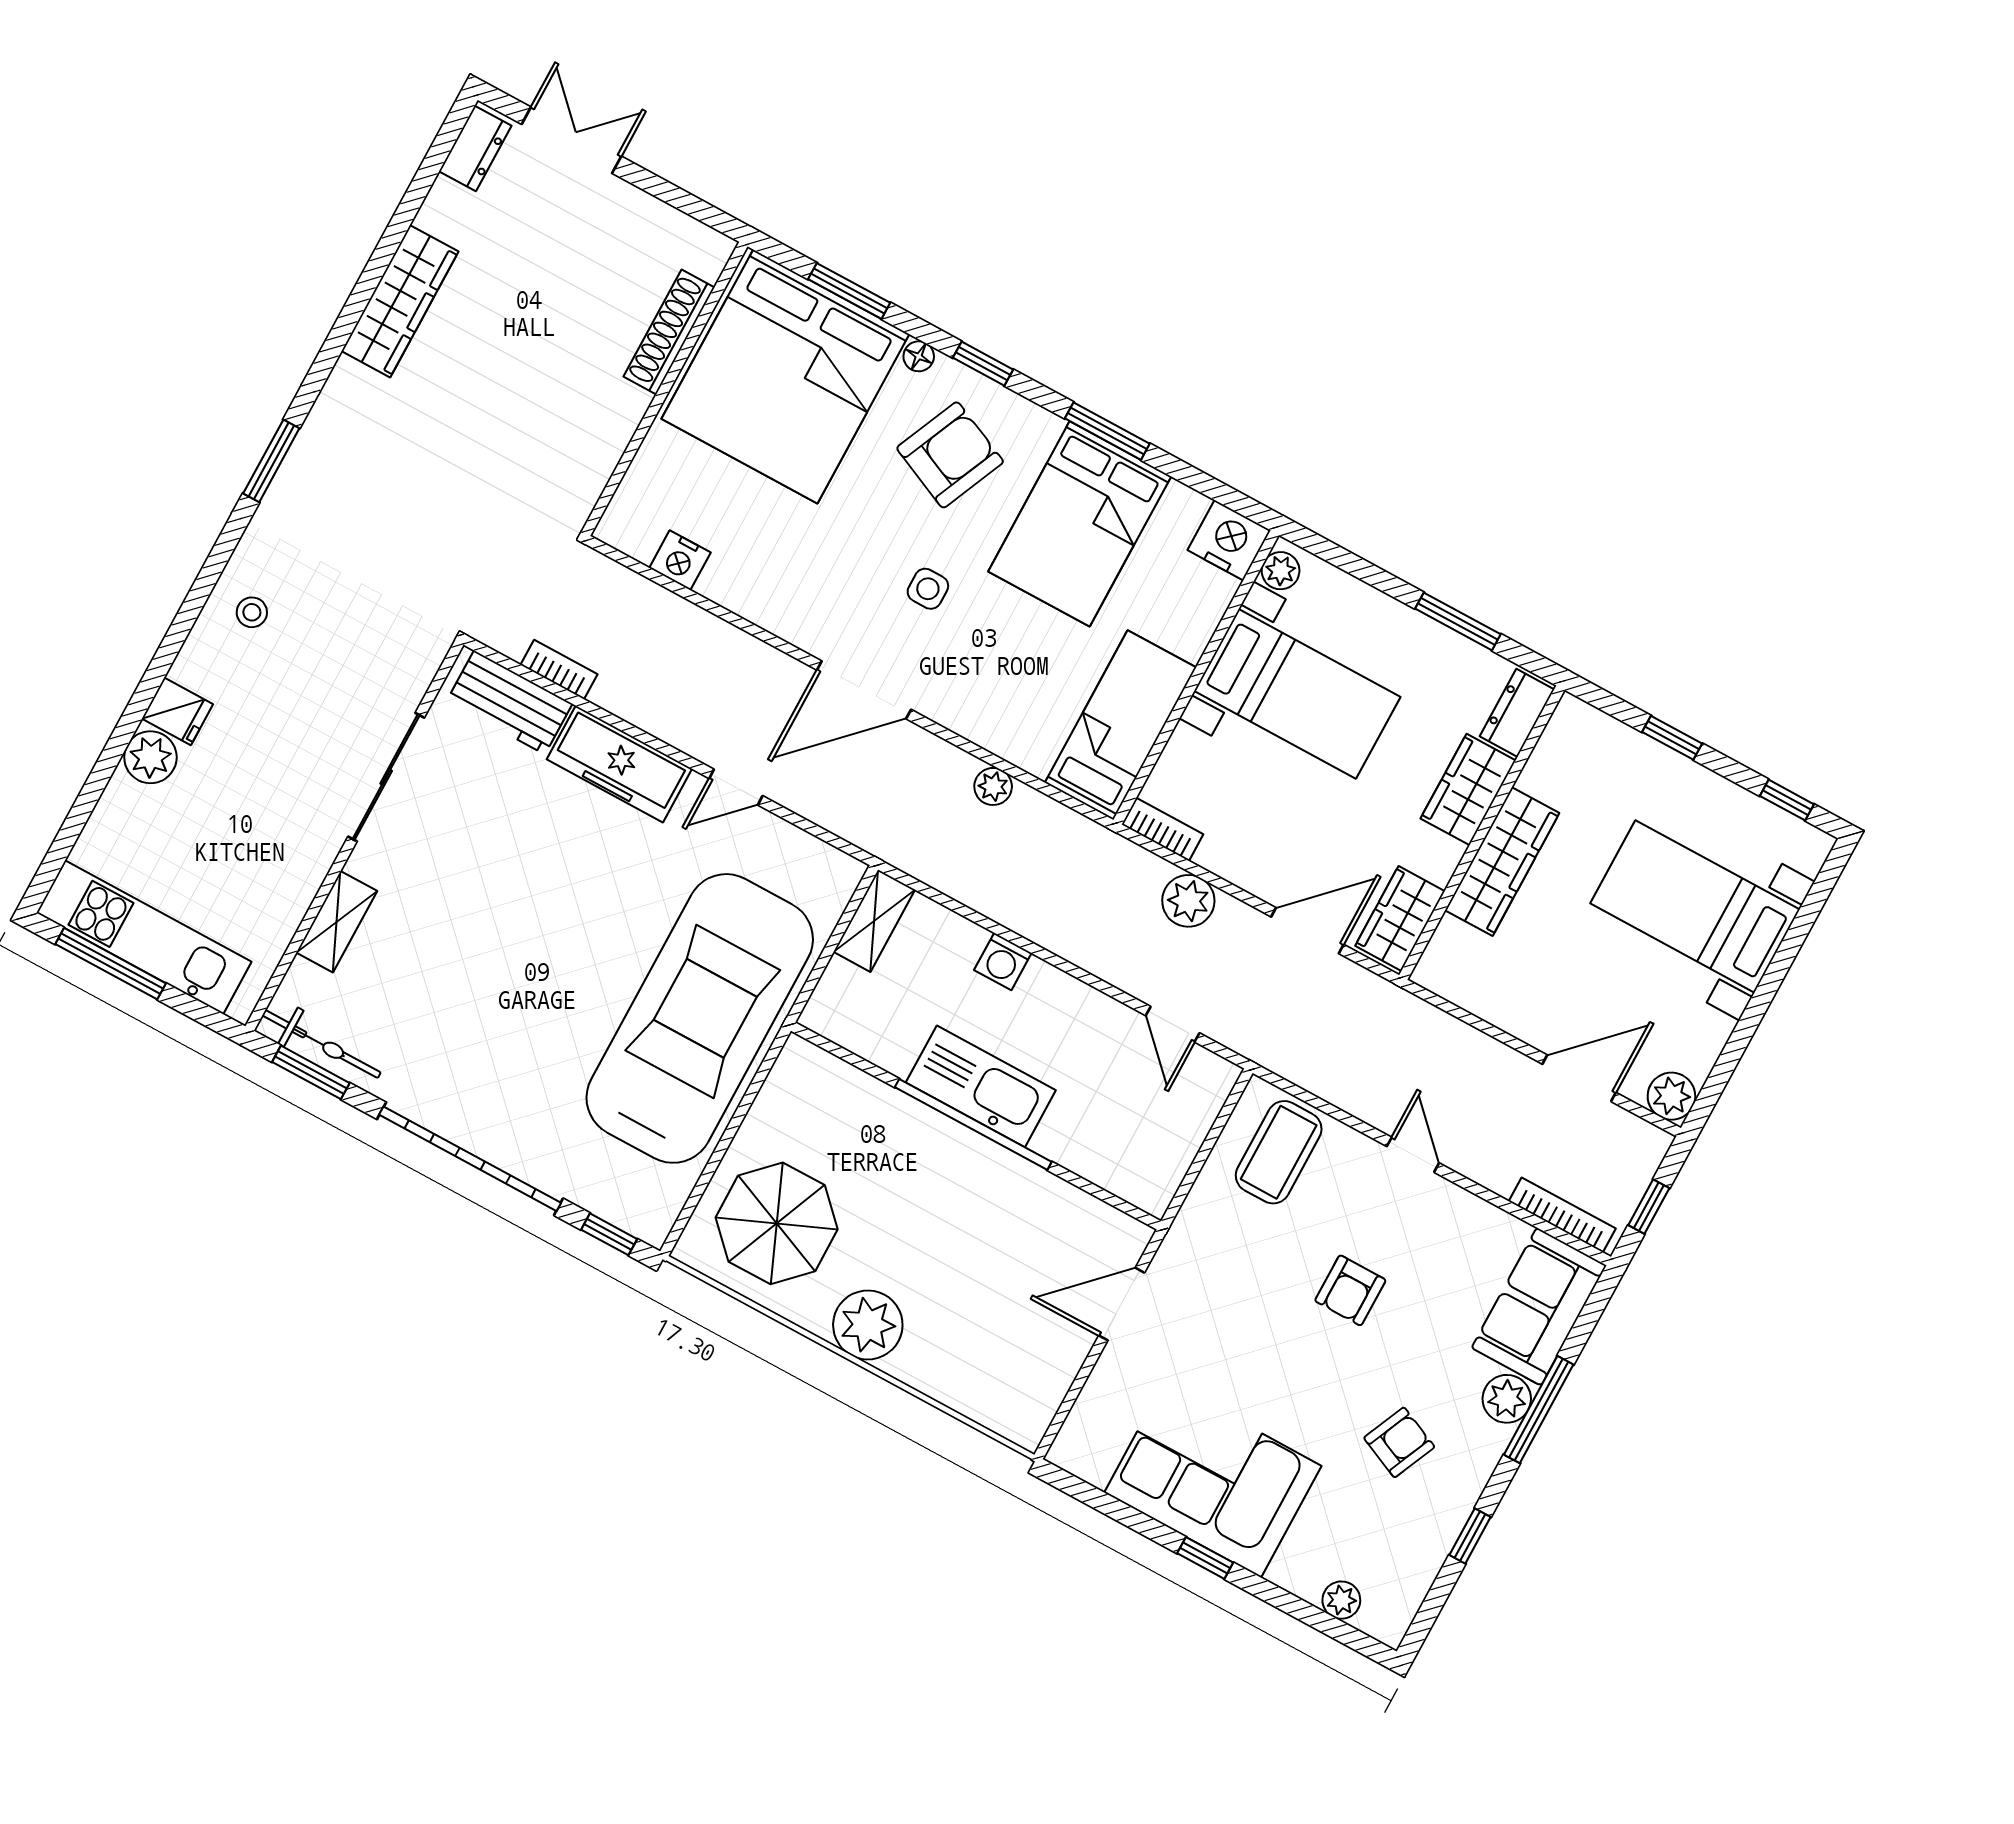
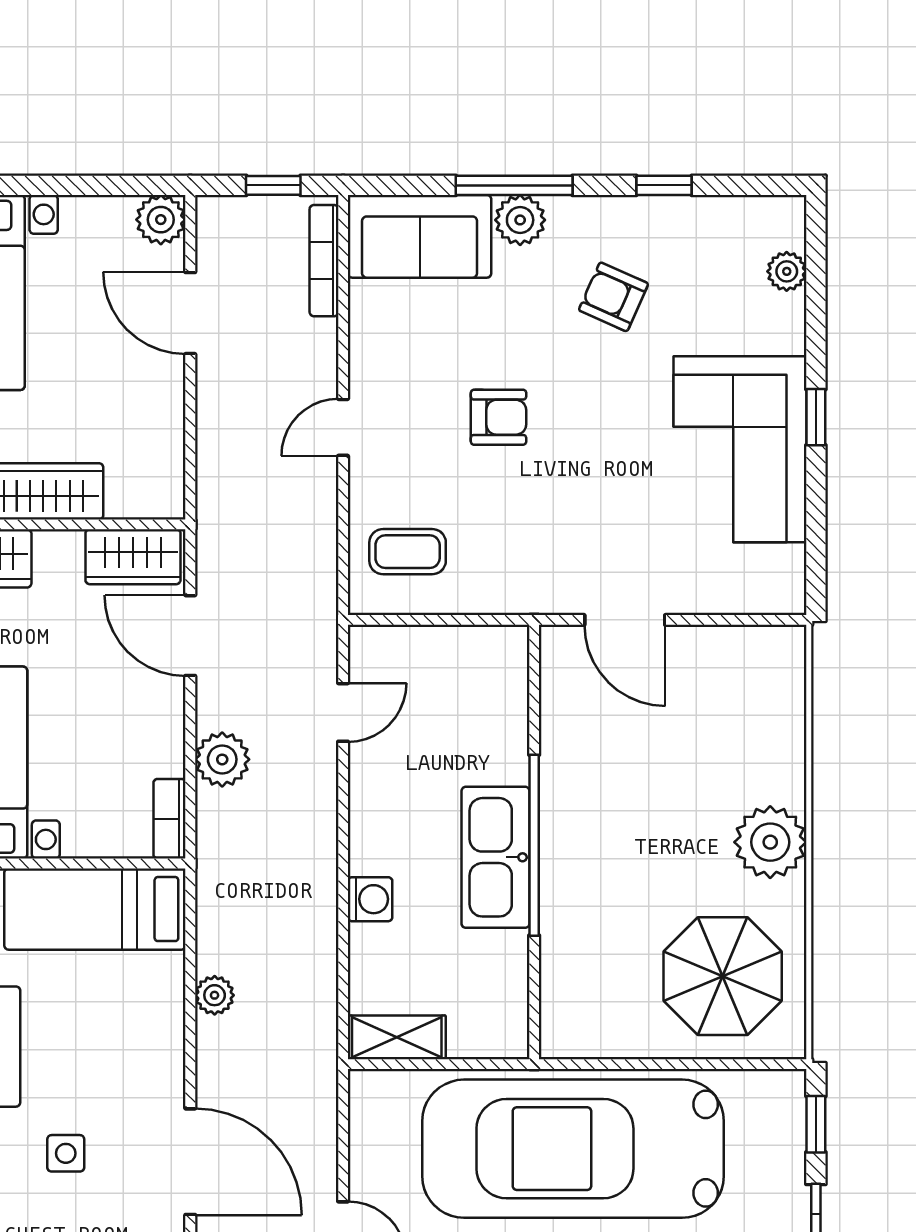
coffee table: (1279, 1152) -> (408, 552), width x0.73, depth x0.77

